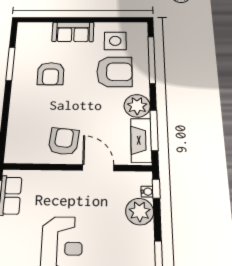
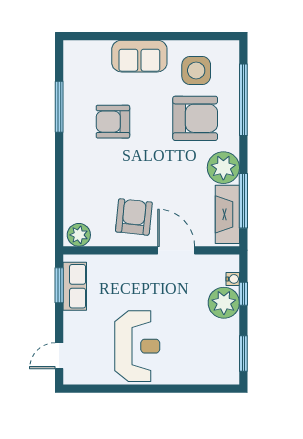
armchair: (51, 74) -> (113, 122), turned 90
plant: (17, 154) -> (79, 235), added
window: (156, 189) -> (243, 294), moved

